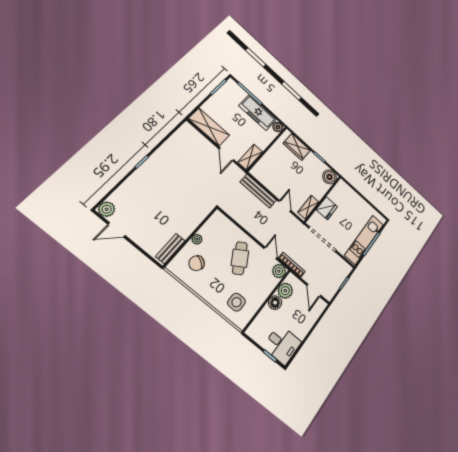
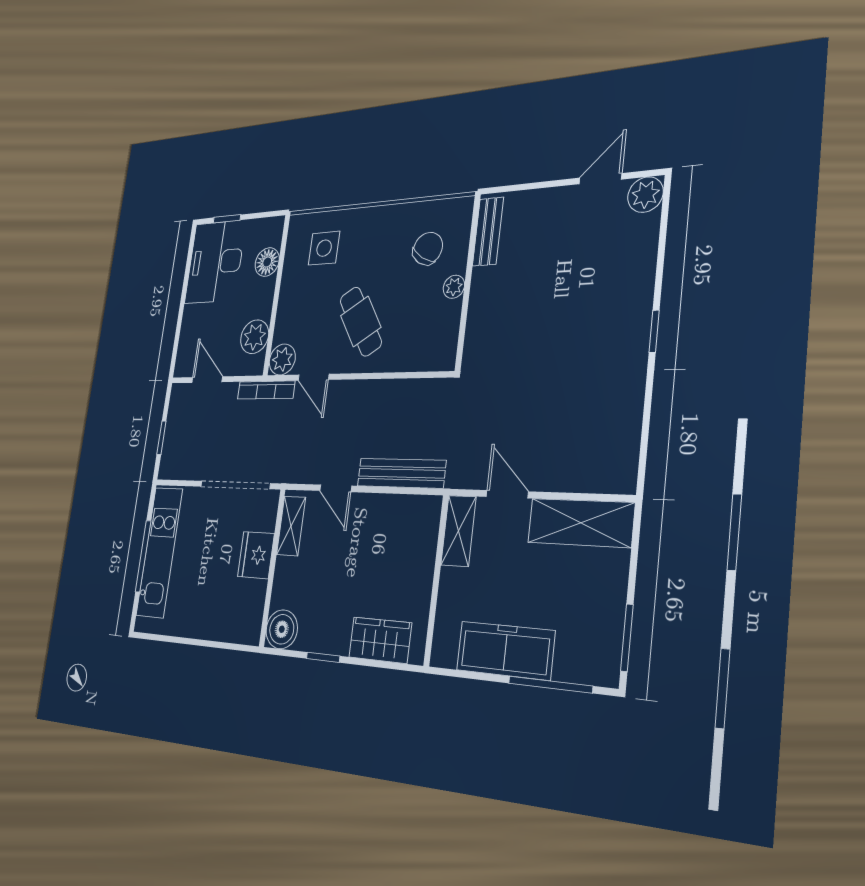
boiler: (278, 127) -> (443, 653), removed
floor lamp: (275, 303) -> (267, 262), moved
desk: (282, 344) -> (215, 262), width x1.37

